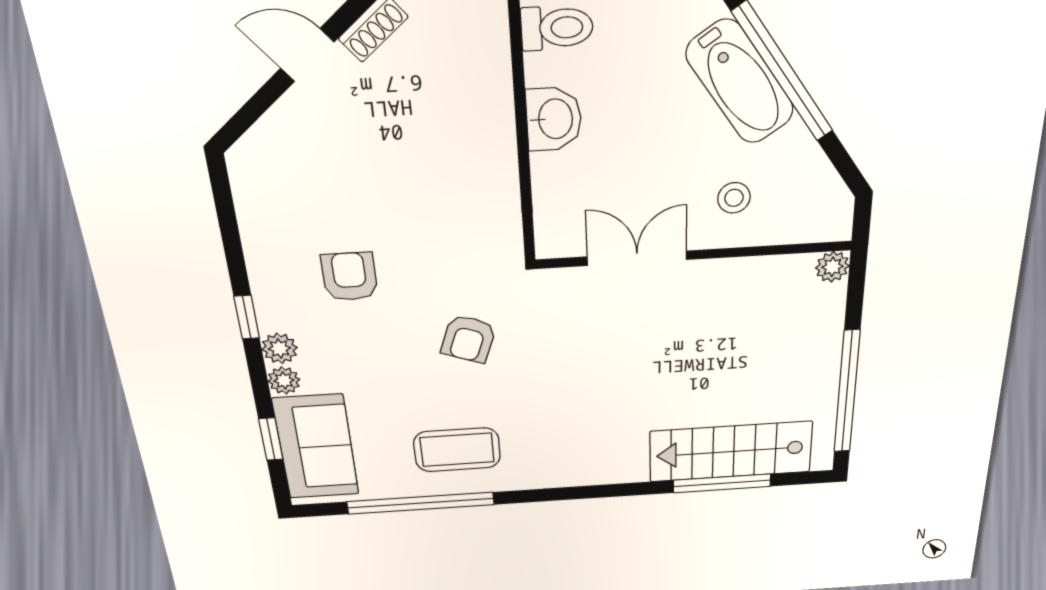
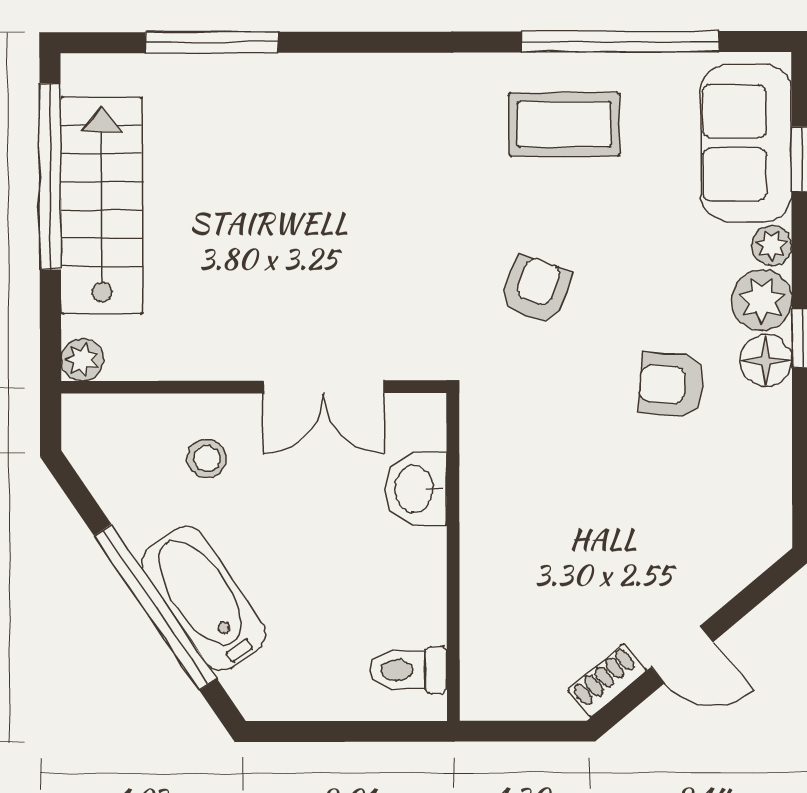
washbasin: (554, 119) -> (416, 489), moved
armchair: (350, 277) -> (671, 385), turned 94
floor lamp: (274, 299) -> (766, 361), added
plant: (280, 348) -> (762, 300), width x1.38, depth x1.38
stairs: (731, 452) -> (102, 205), moved, turned -90

